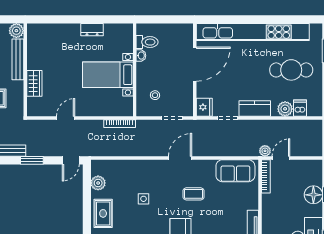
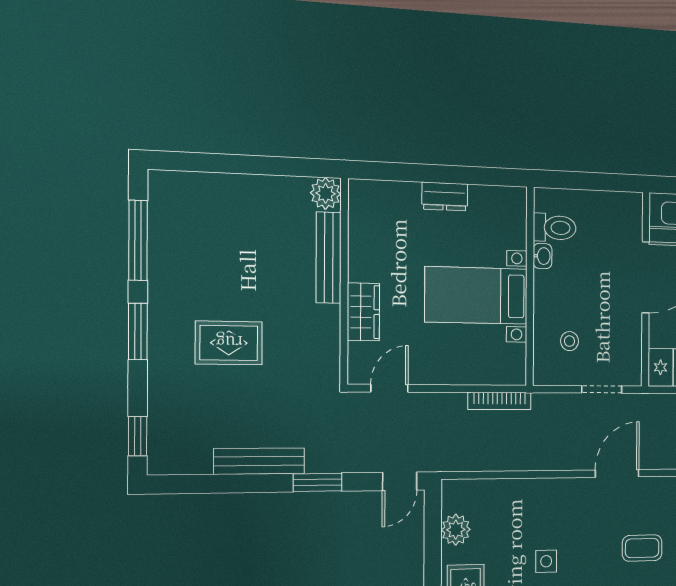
plant: (16, 31) -> (326, 193), moved
bench: (18, 59) -> (329, 258), moved
wall: (25, 70) -> (344, 281), moved
wardrobe: (34, 83) -> (363, 312), moved

